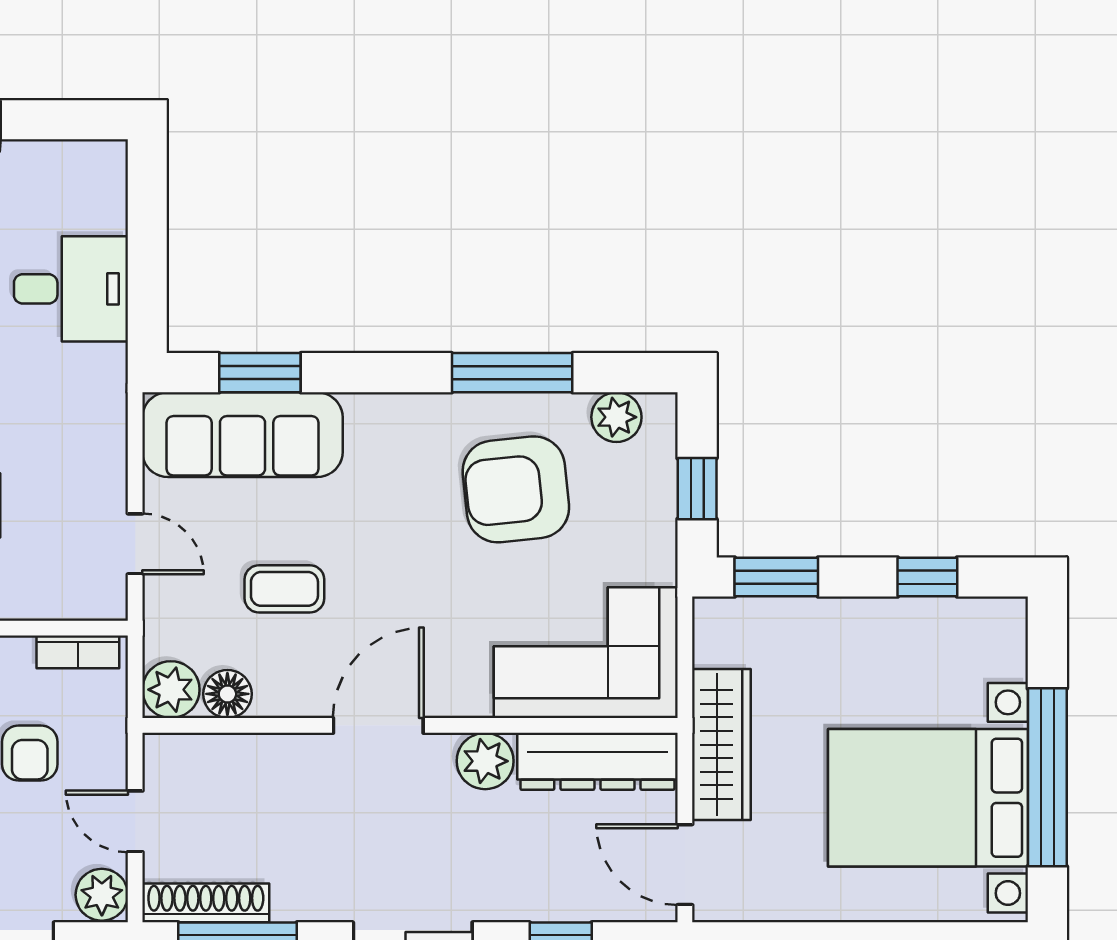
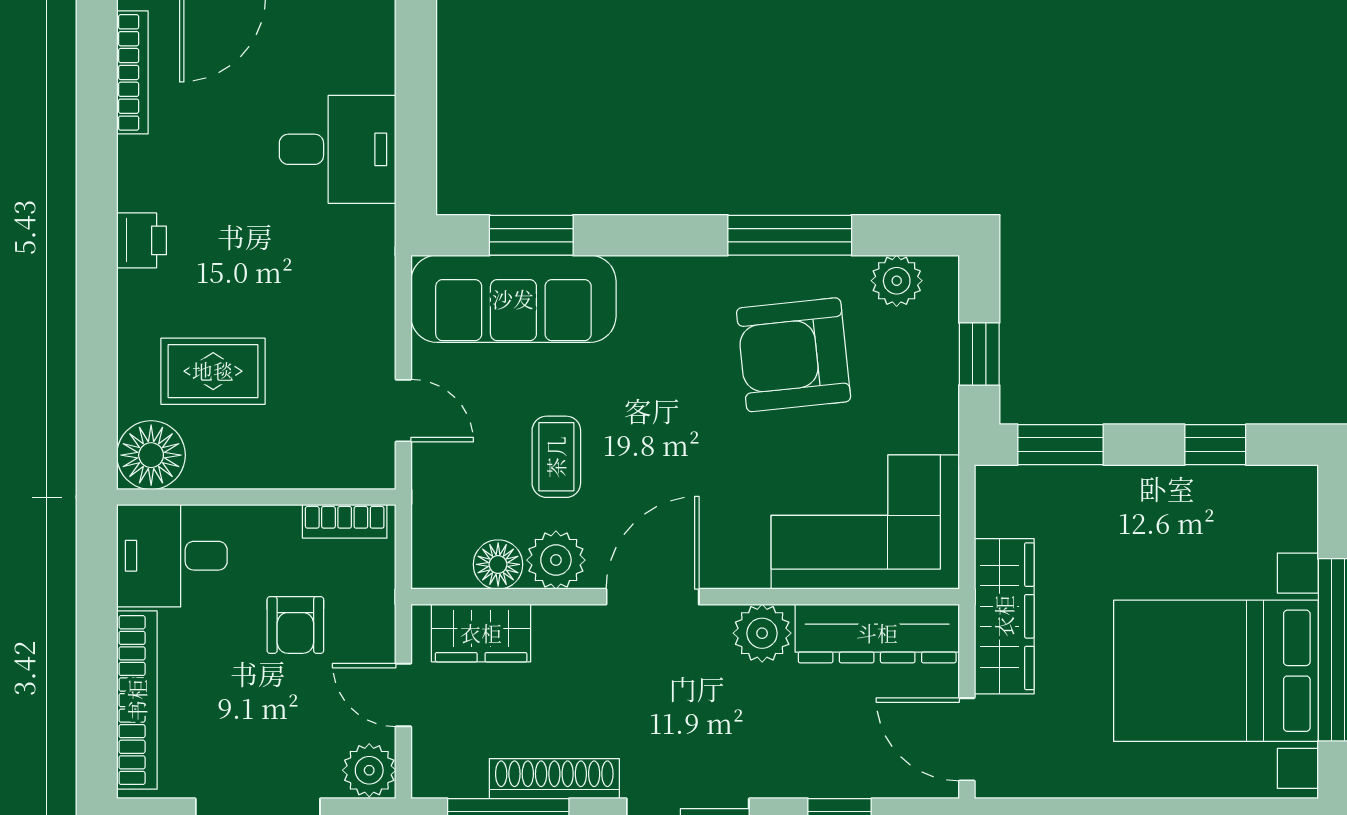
coffee table: (284, 589) -> (556, 457), turned 90
plant: (171, 690) -> (556, 560), moved
wardrobe: (211, 761) -> (481, 633), added
shoe rack: (206, 903) -> (554, 779), moved

